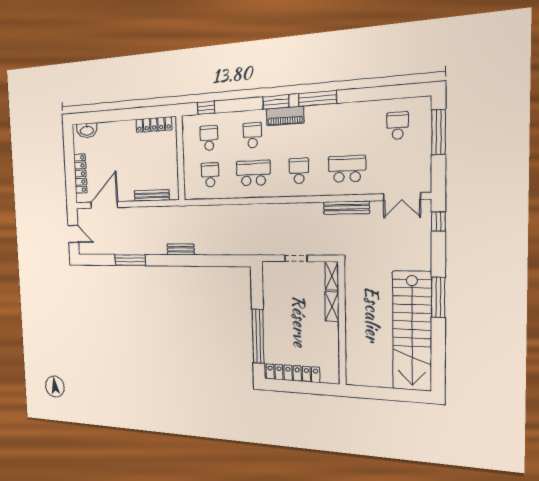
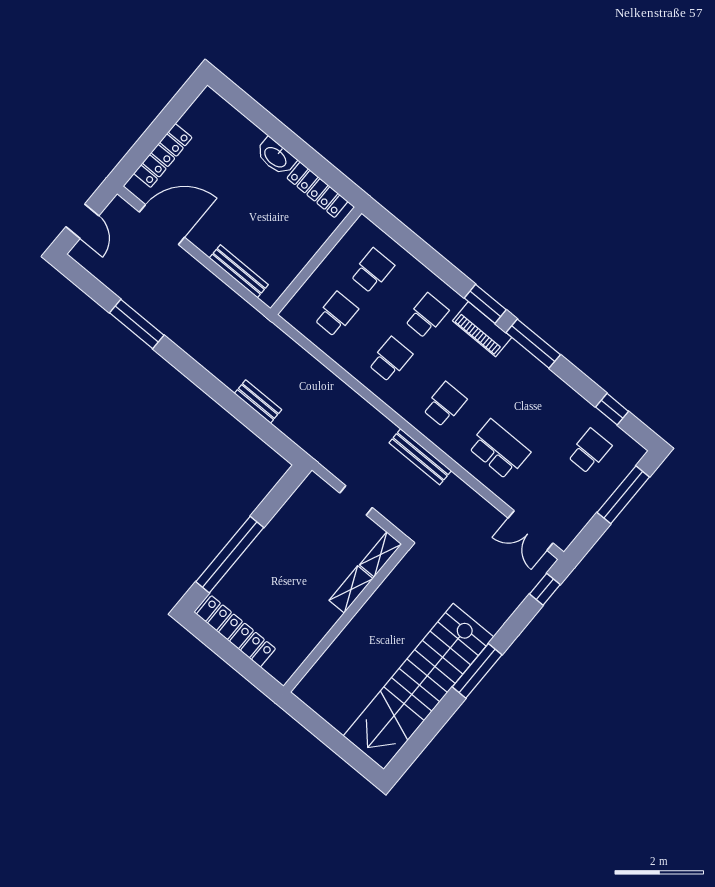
window: (206, 108) -> (612, 409), moved
washbasin: (87, 130) -> (276, 157), moved
school desk: (253, 173) -> (390, 359), width x0.54
bench: (346, 208) -> (420, 457), moved
bench: (181, 249) -> (258, 402), moved

